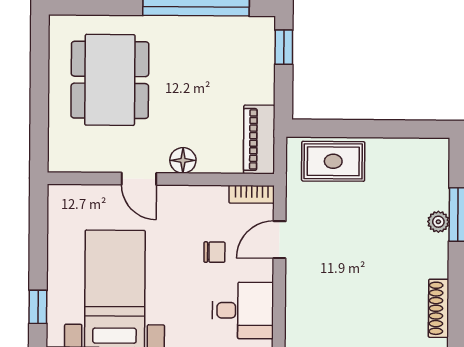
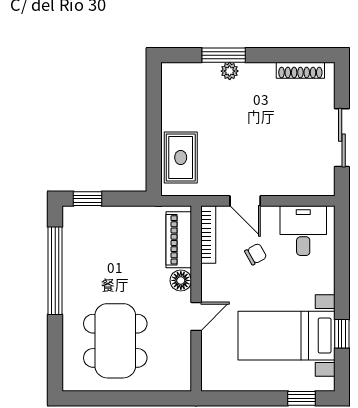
dining table: (110, 80) -> (115, 341), turned 90
piano: (259, 139) -> (179, 240), moved, turned 90
bookcase: (252, 194) -> (208, 234), width x1.56
chair: (214, 252) -> (256, 254), turned 61

